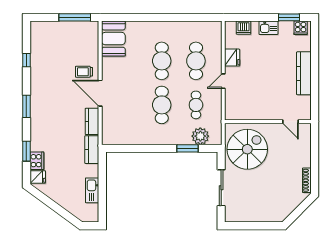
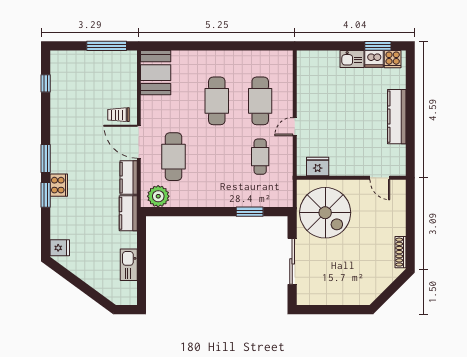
dishwasher: (244, 28) -> (374, 59), moved
fridge: (232, 58) -> (318, 167), moved, turned -90
window: (26, 60) -> (46, 83), moved
cafe table: (162, 105) -> (173, 157), moved
plant: (200, 136) -> (158, 196), moved
spiral stairs: (247, 149) -> (325, 213), turned 90
window: (26, 151) -> (46, 195), moved
cooker: (37, 161) -> (59, 185), moved

